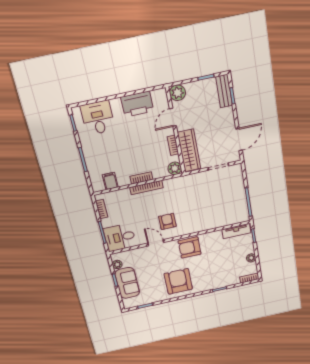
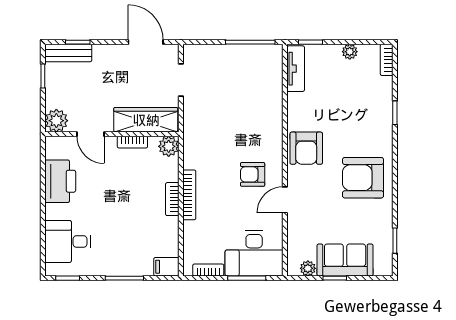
filing cabinet: (110, 181) -> (166, 267), moved
desk: (120, 237) -> (254, 253), width x1.37

